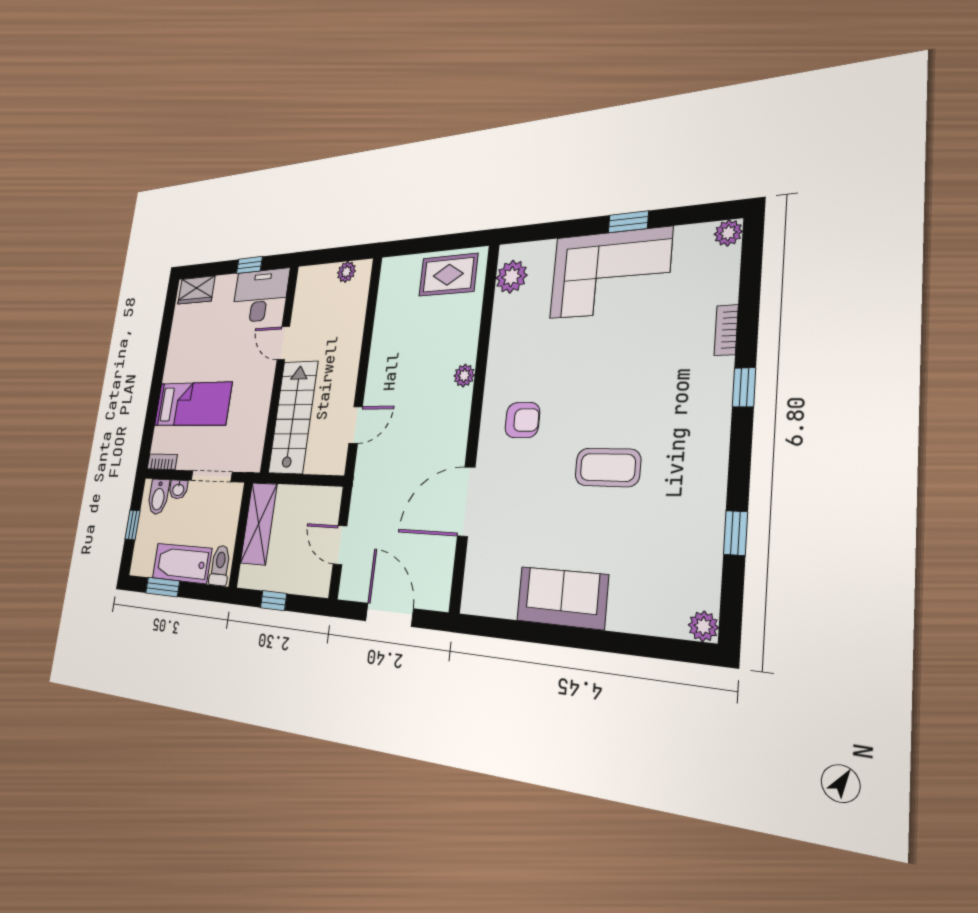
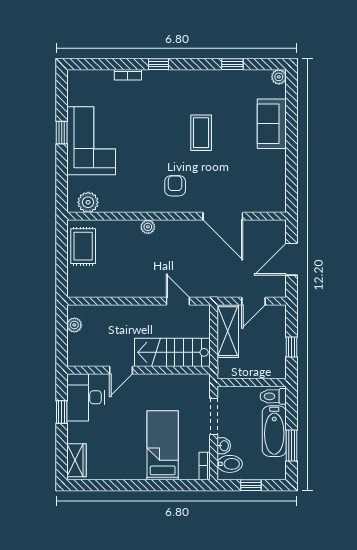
plant: (728, 233) -> (74, 77), removed
shelving: (259, 524) -> (228, 331), moved, turned 90
sofa: (562, 598) -> (272, 124), moved

